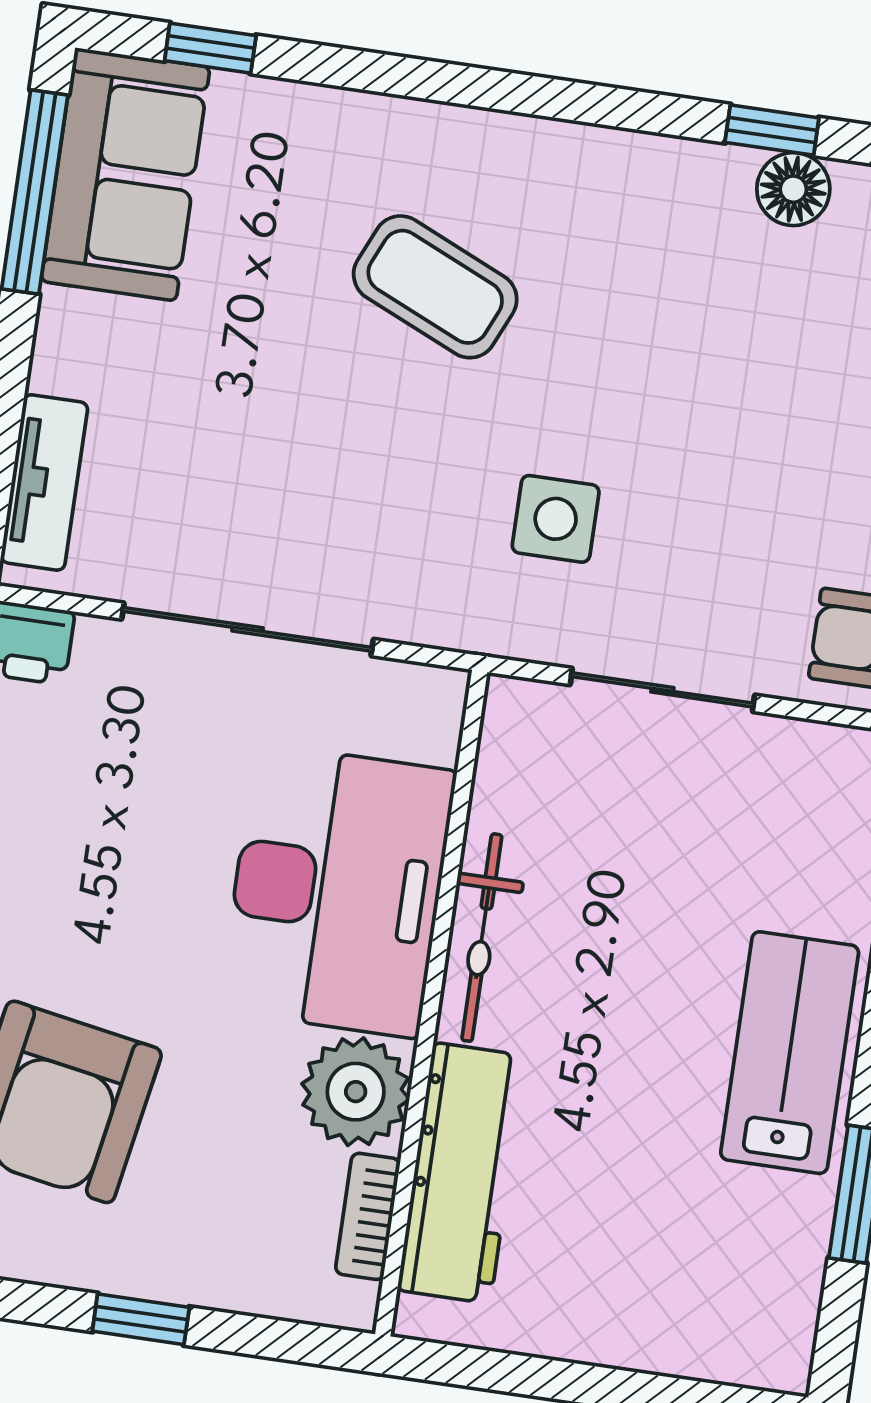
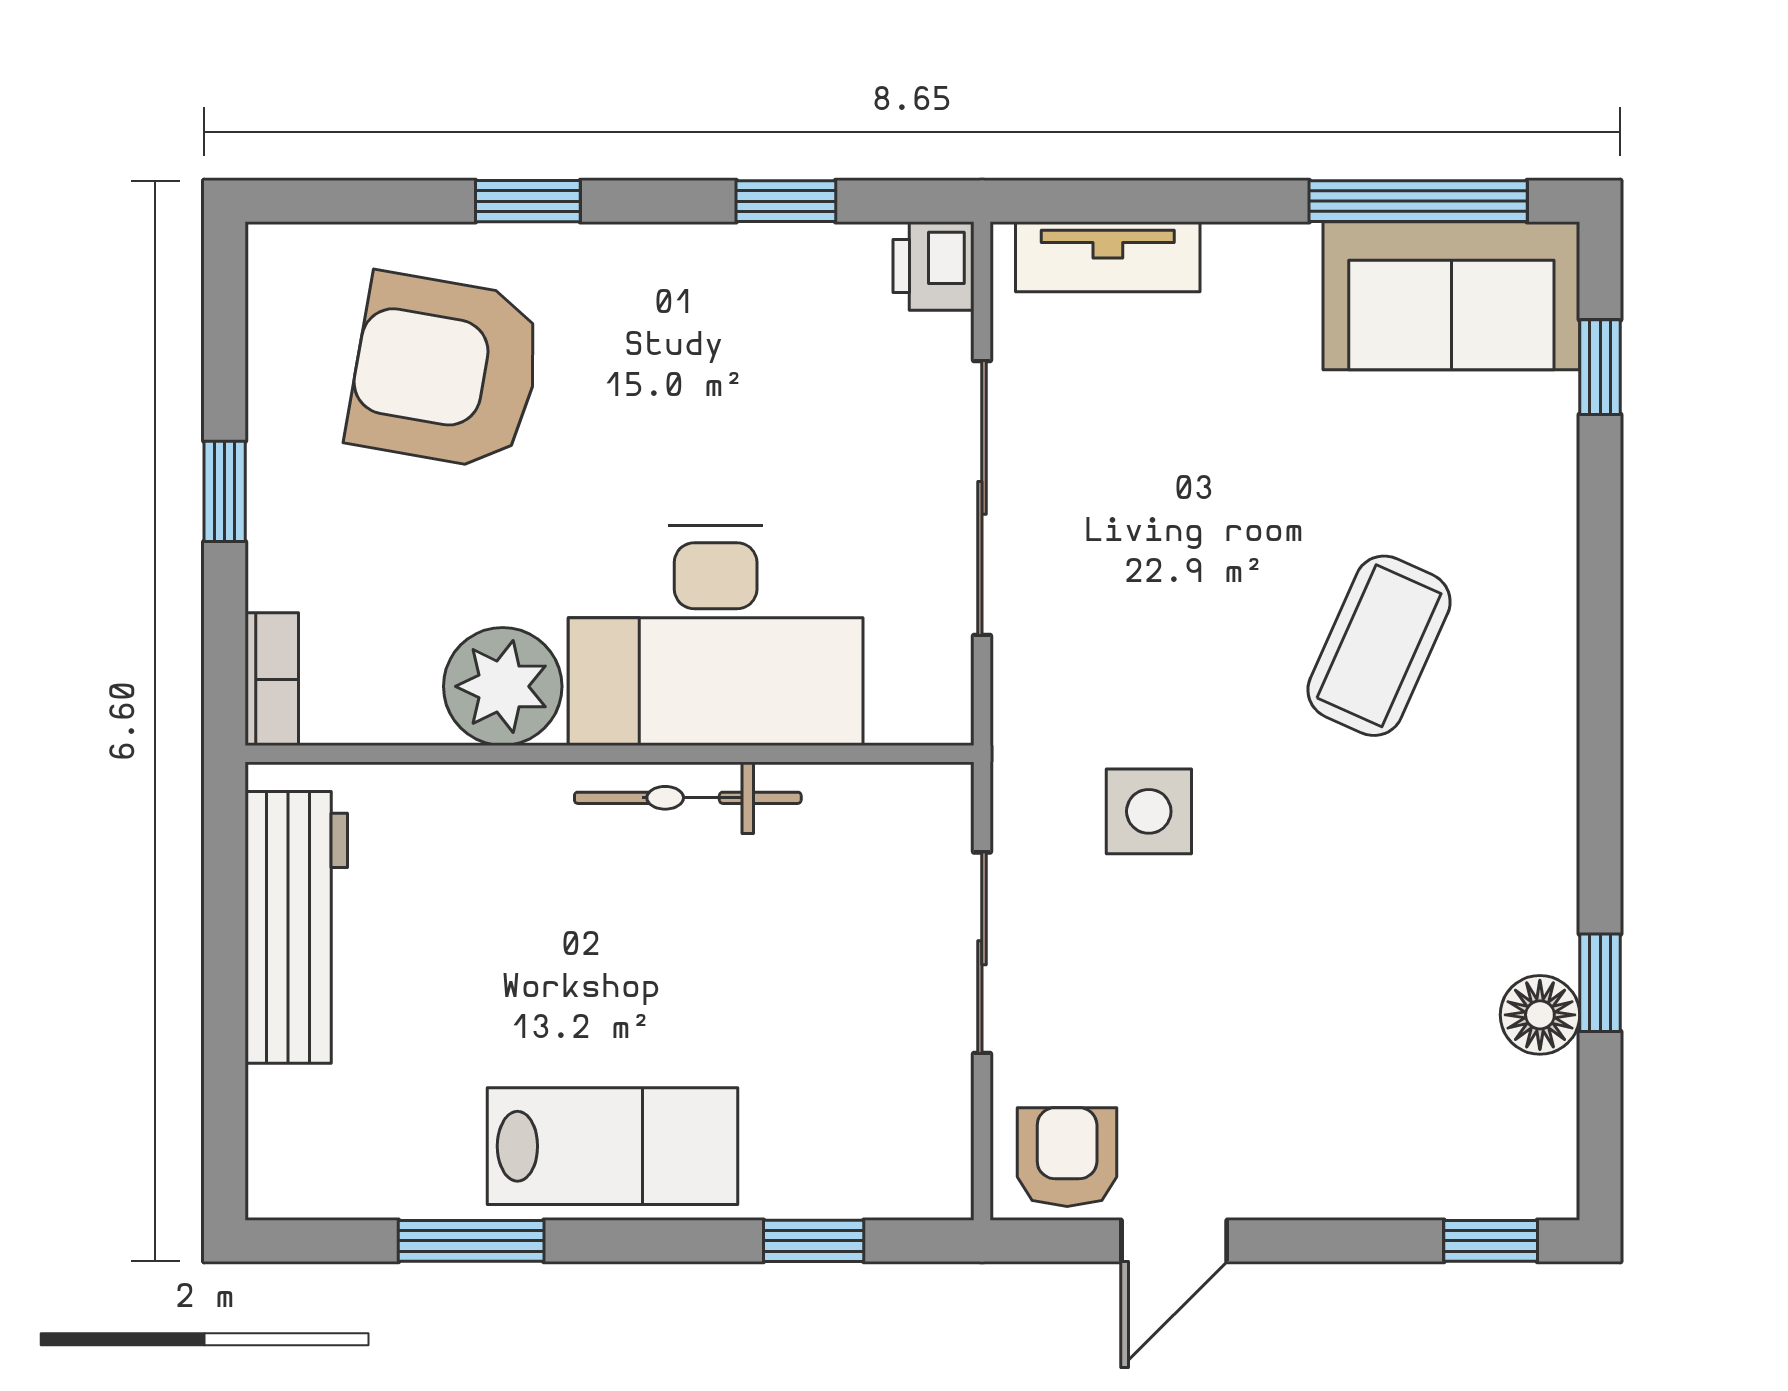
workbench: (462, 1173) -> (296, 927), moved, turned -90
bookcase: (368, 1216) -> (272, 679), moved, turned 90

